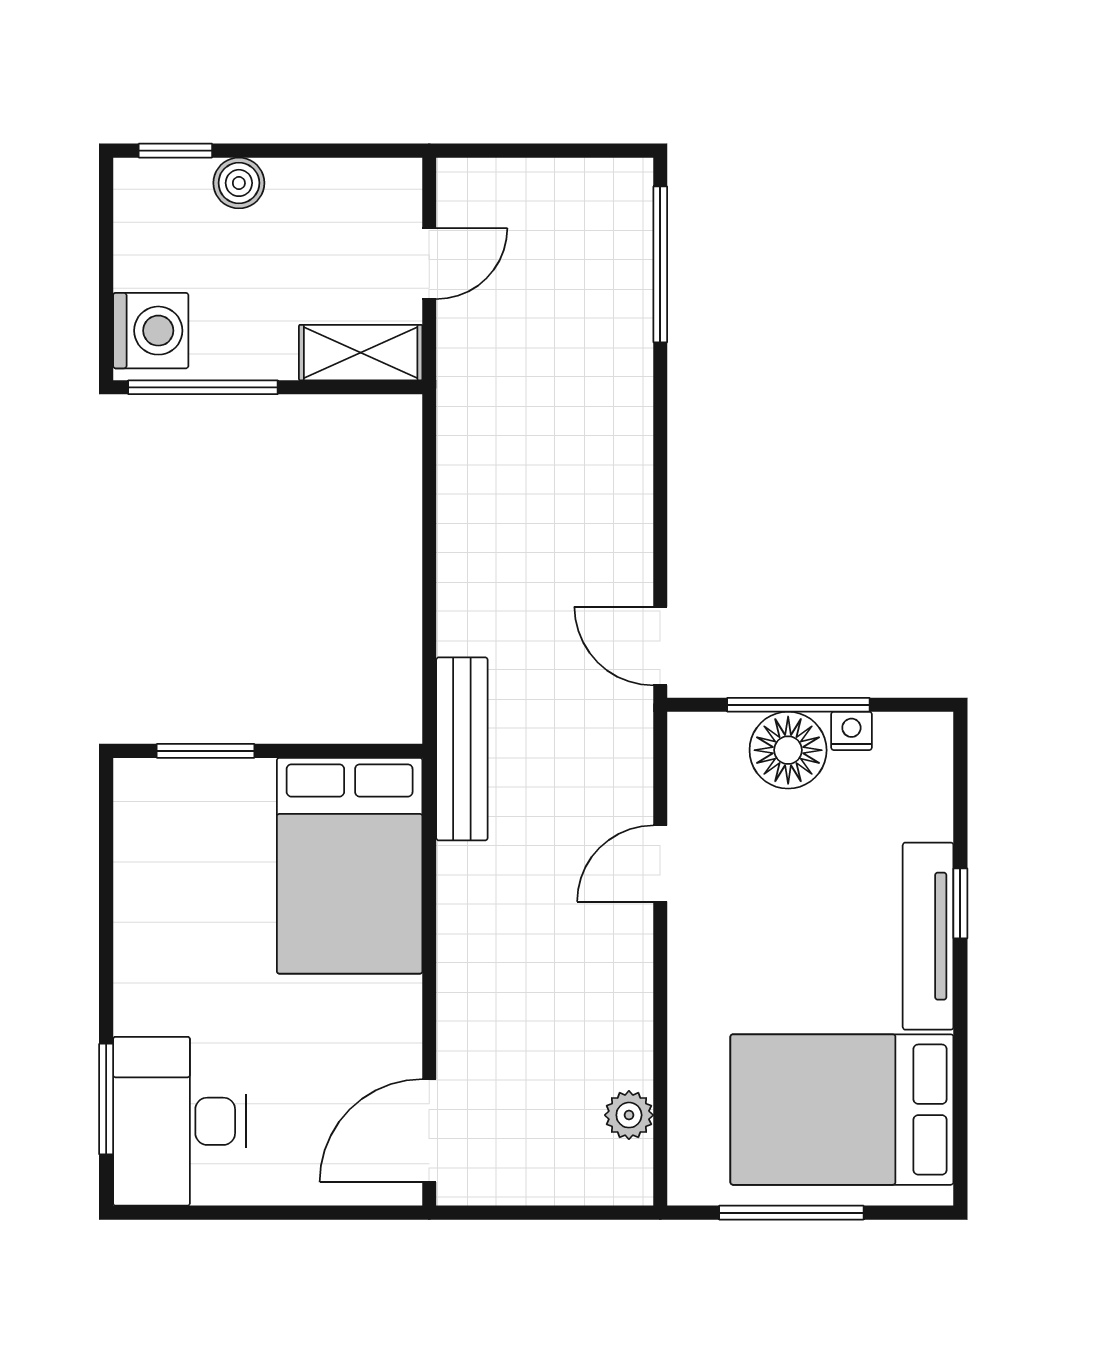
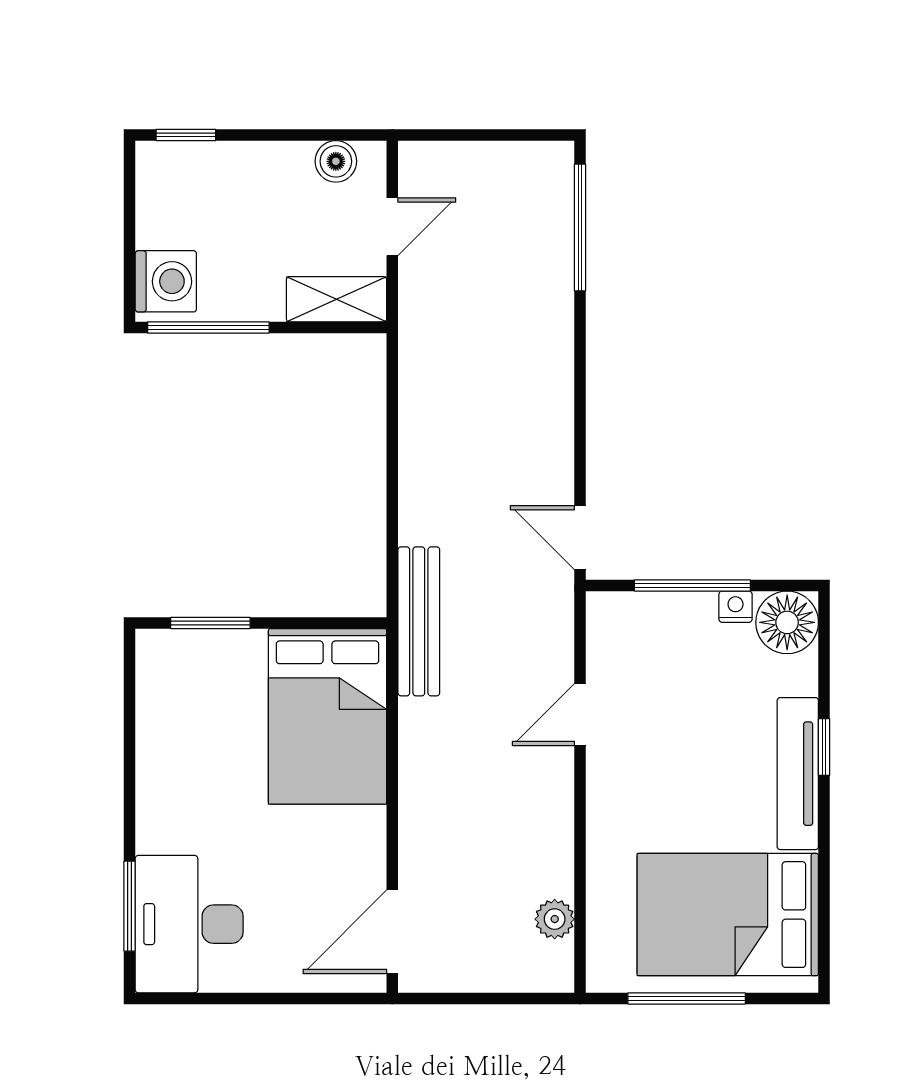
boiler: (239, 183) -> (336, 161), moved
floor lamp: (788, 750) -> (787, 622), moved

